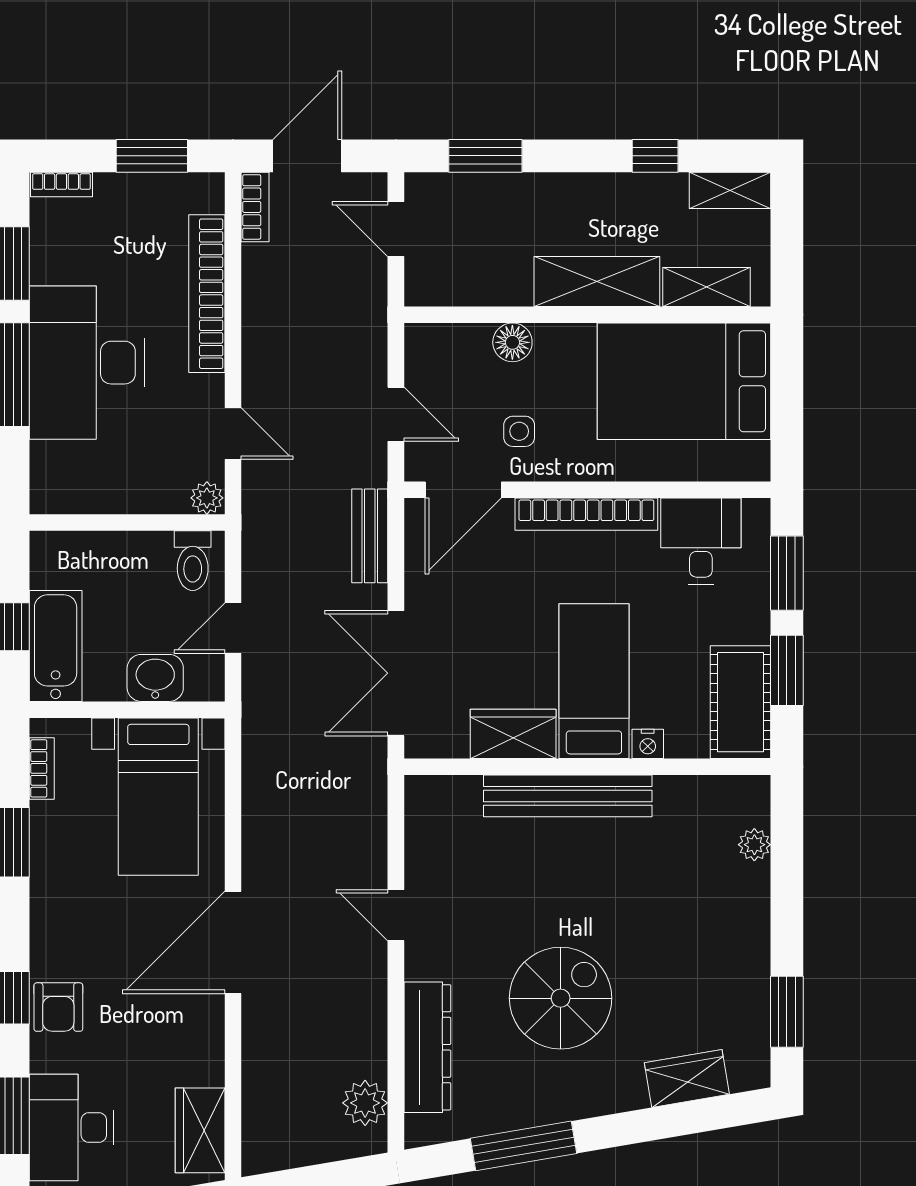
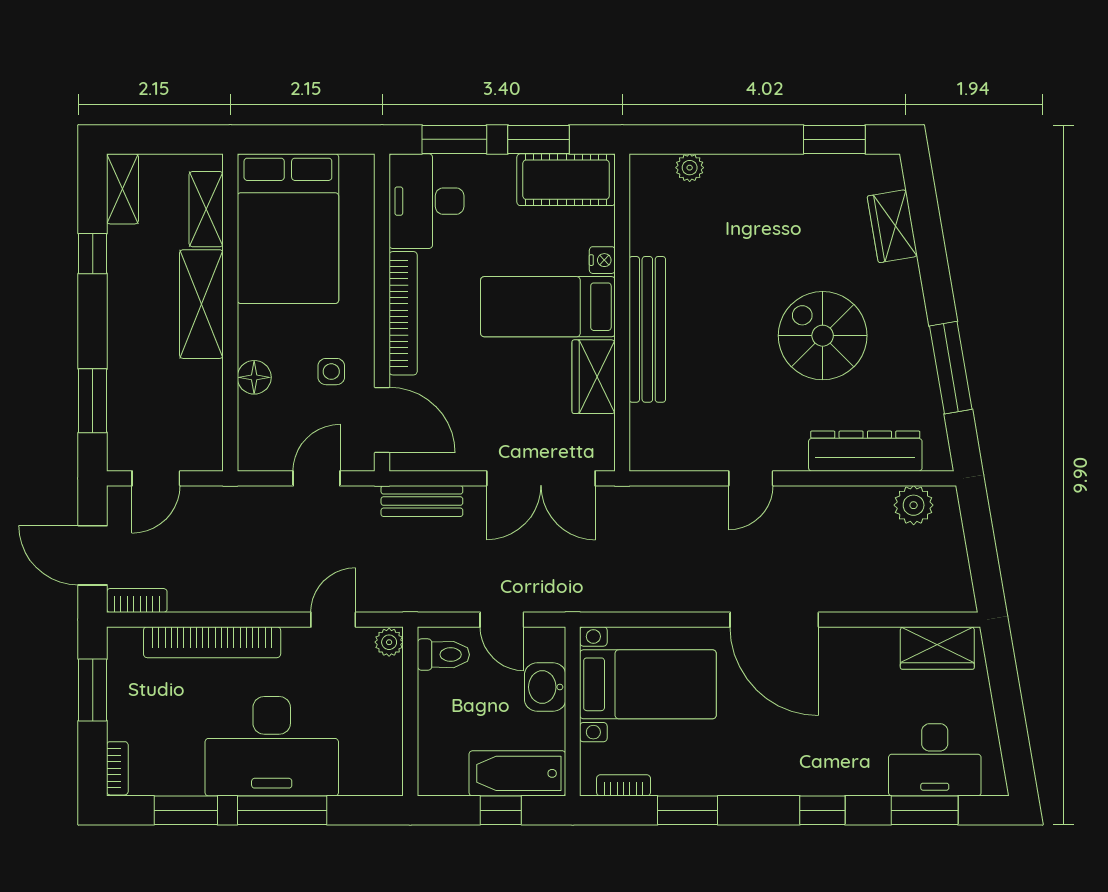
desk: (701, 541) -> (426, 201), width x1.37
armchair: (58, 1007) -> (830, 771), removed

